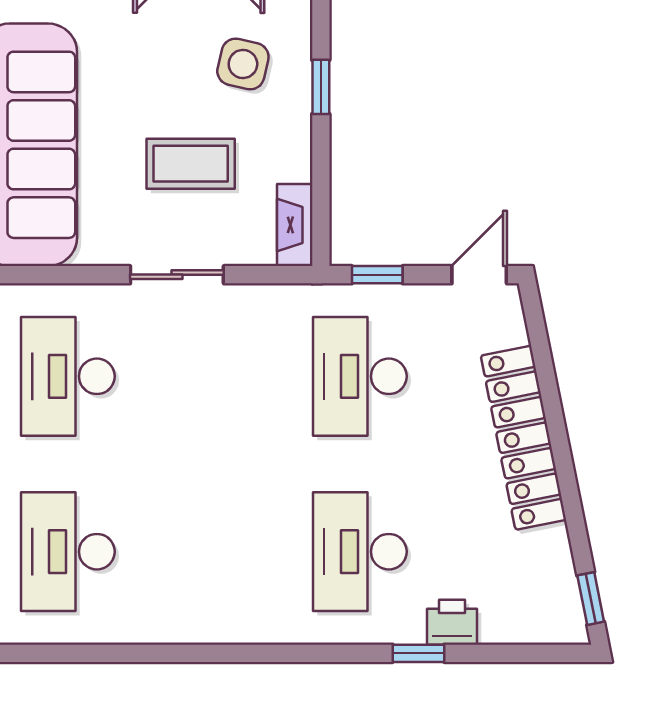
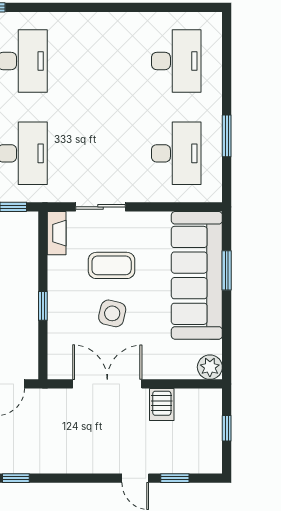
side table: (243, 64) -> (112, 313), moved
sliding door: (177, 275) -> (101, 207), moved

